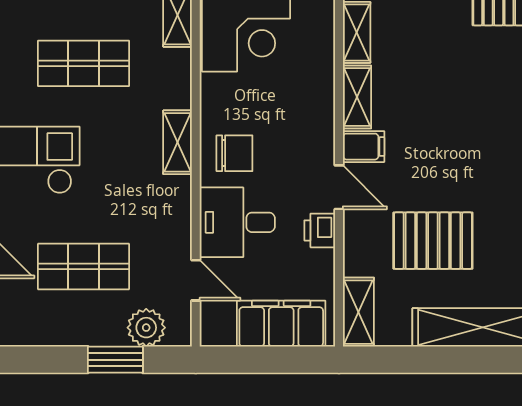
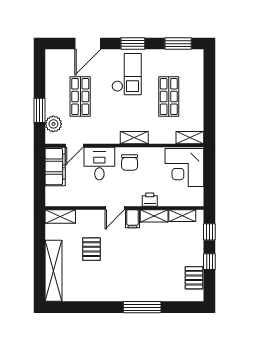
printer: (320, 230) -> (150, 200), moved
pallet: (433, 241) -> (91, 249), width x0.67, depth x0.71
filing cabinet: (281, 324) -> (55, 167), moved

